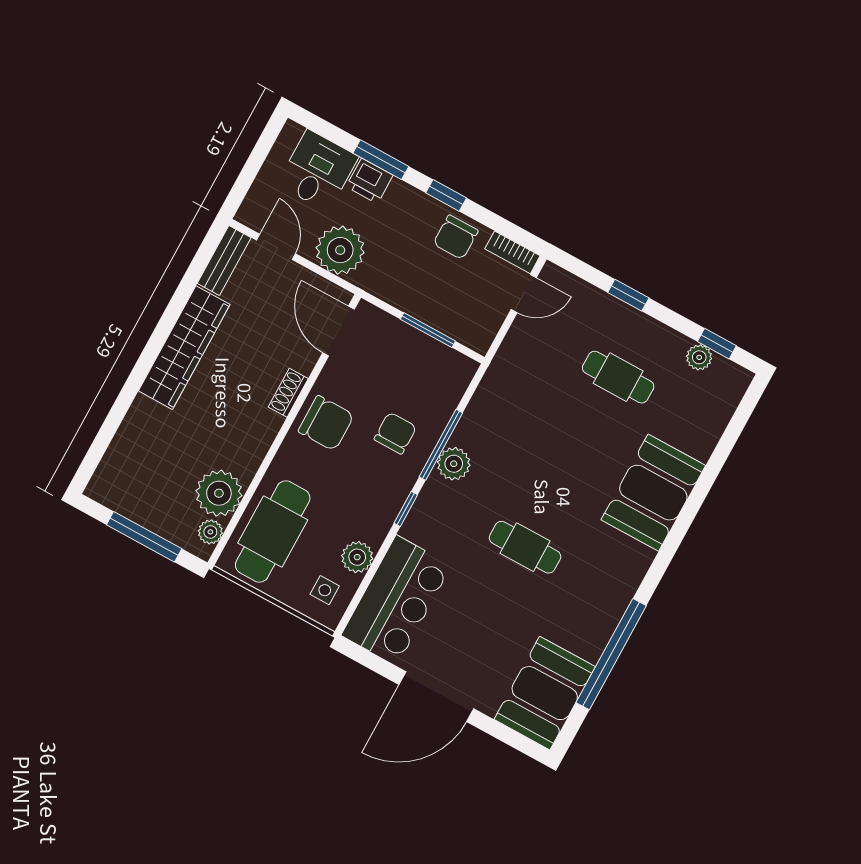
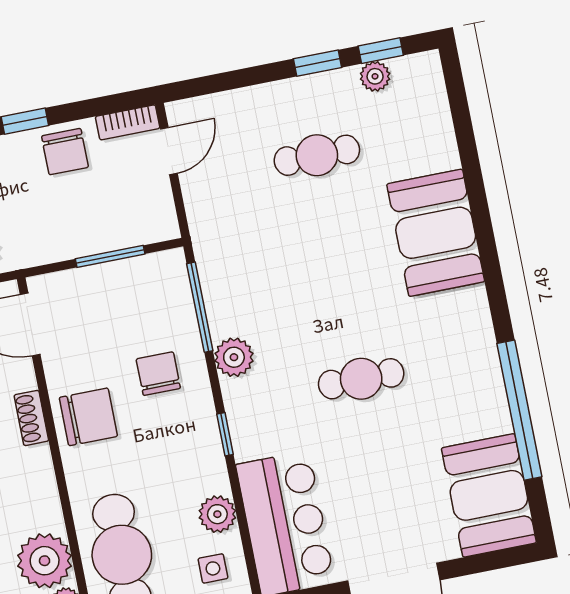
window: (628, 295) -> (318, 63), moved
window: (441, 445) -> (200, 307), moved

